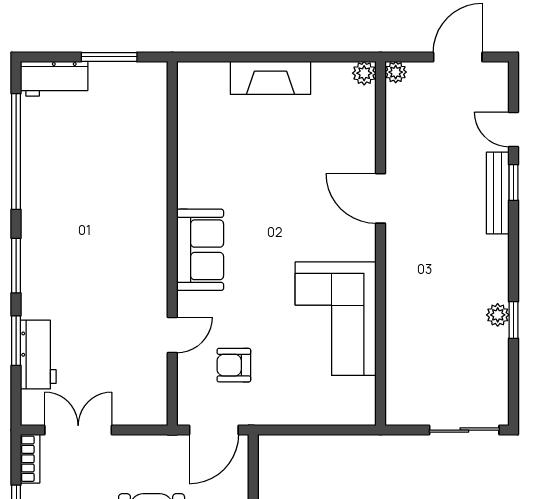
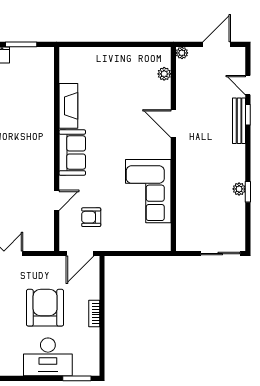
plant: (364, 73) -> (164, 74), moved
fireplace: (270, 78) -> (68, 106), moved, turned -90

